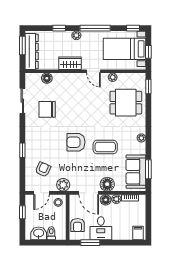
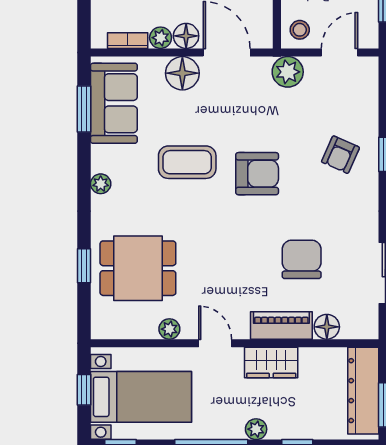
piano: (66, 79) -> (281, 326), added
window: (148, 87) -> (84, 266), moved
chair: (47, 109) -> (302, 259), moved, turned -90
armchair: (43, 169) -> (340, 155), moved

